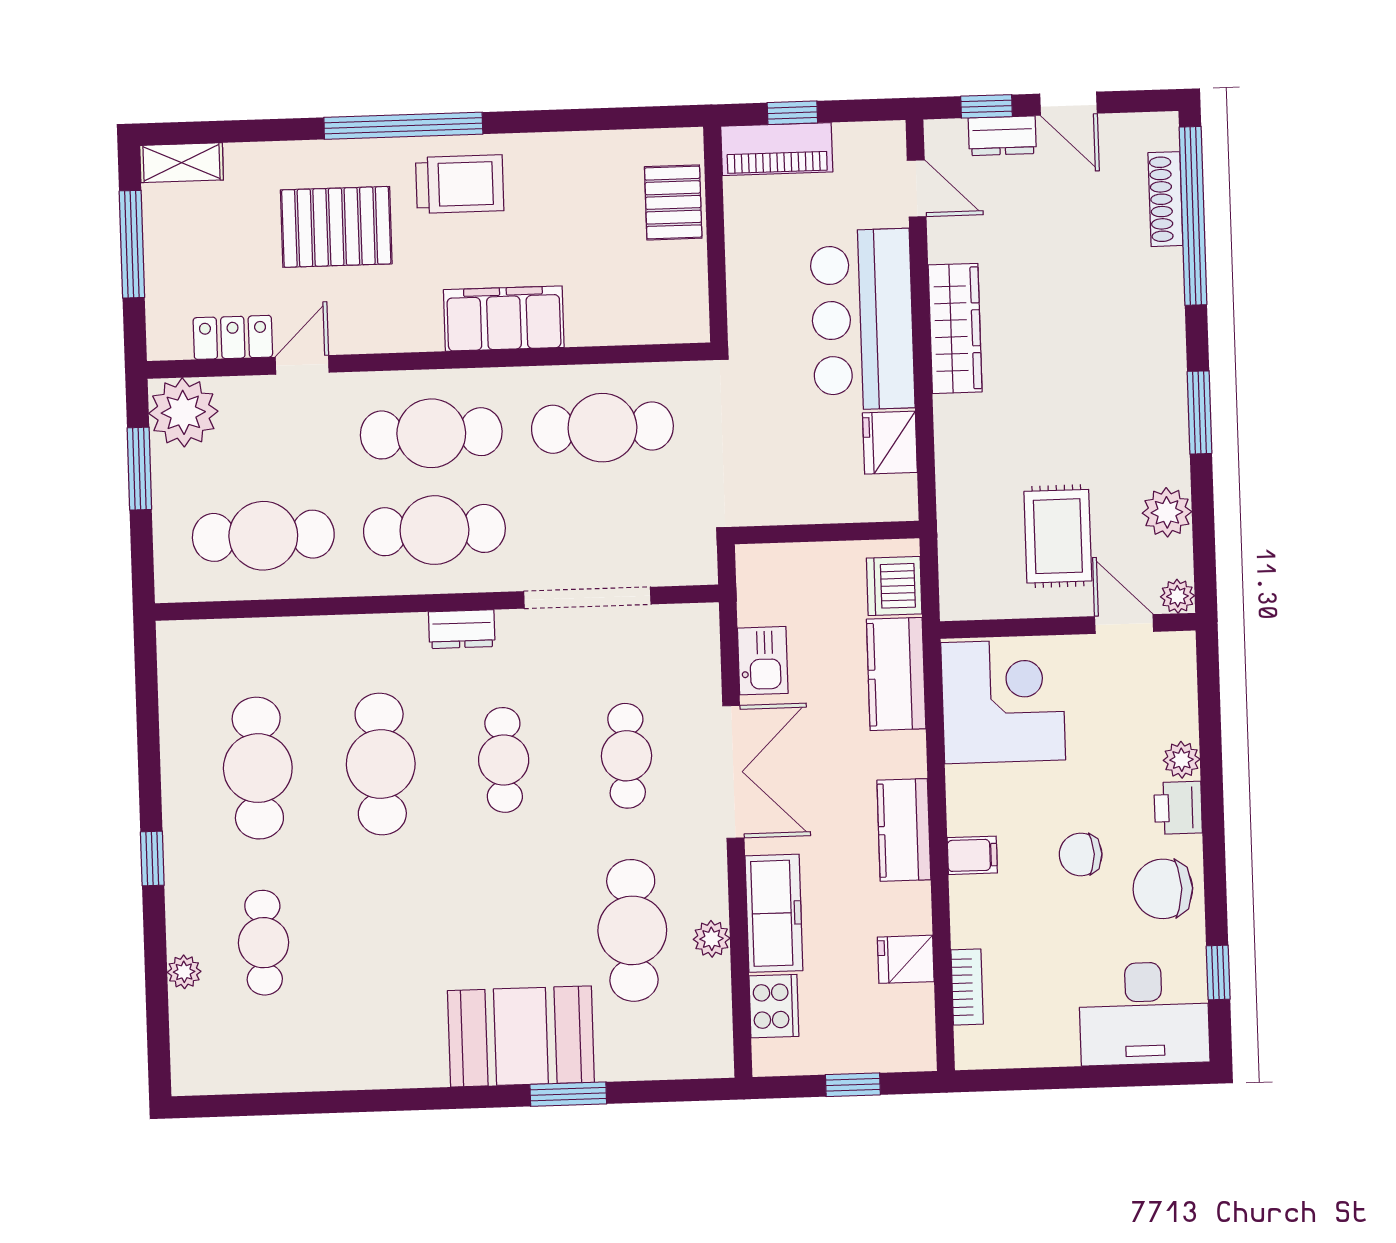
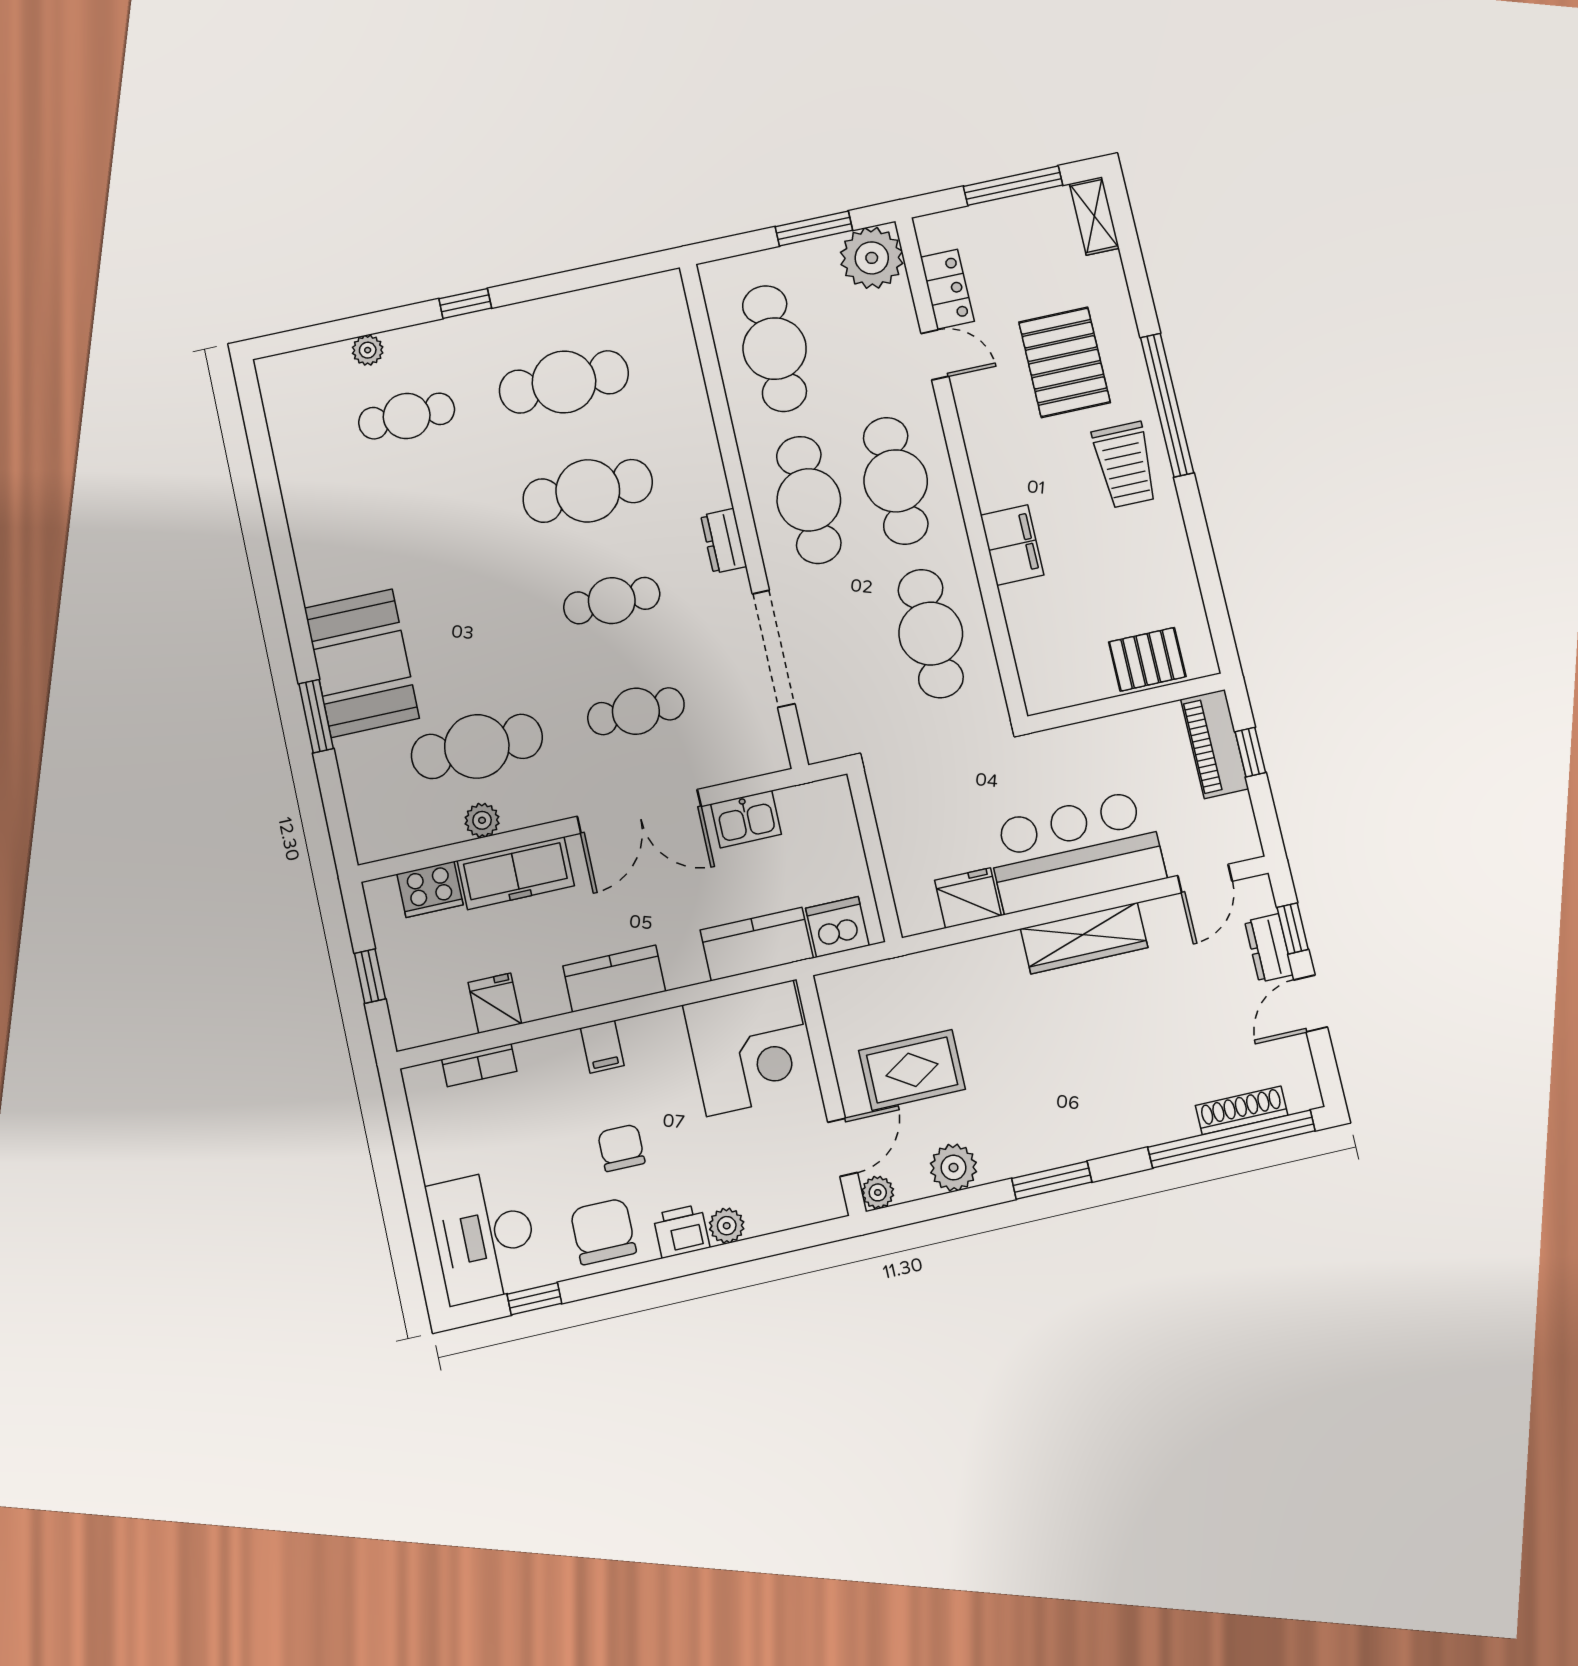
filing cabinet: (504, 319) -> (1012, 545), width x0.67, depth x0.86

